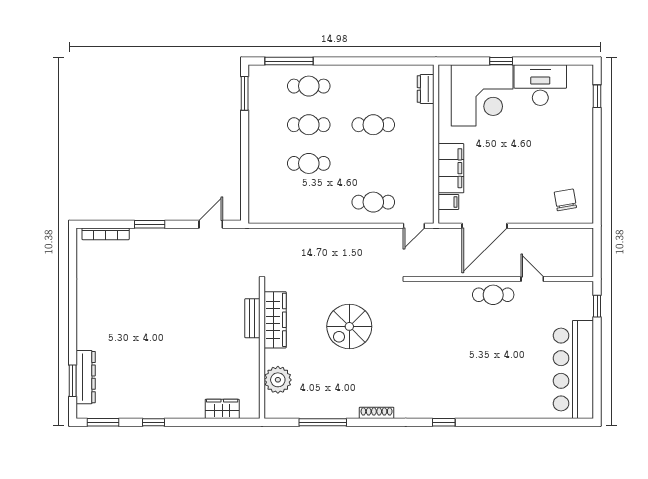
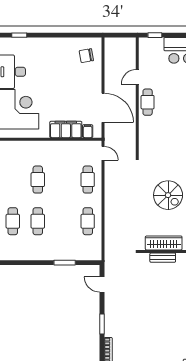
dresser: (426, 89) -> (15, 146), removed
window: (245, 93) -> (65, 263), moved
cafe table: (309, 163) -> (88, 221), moved

